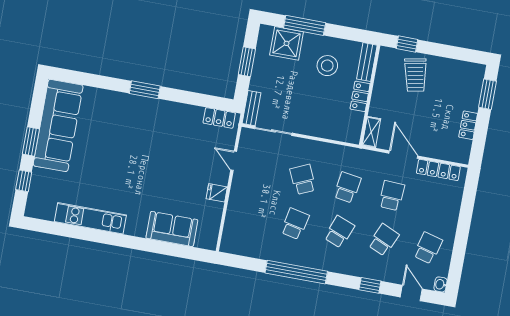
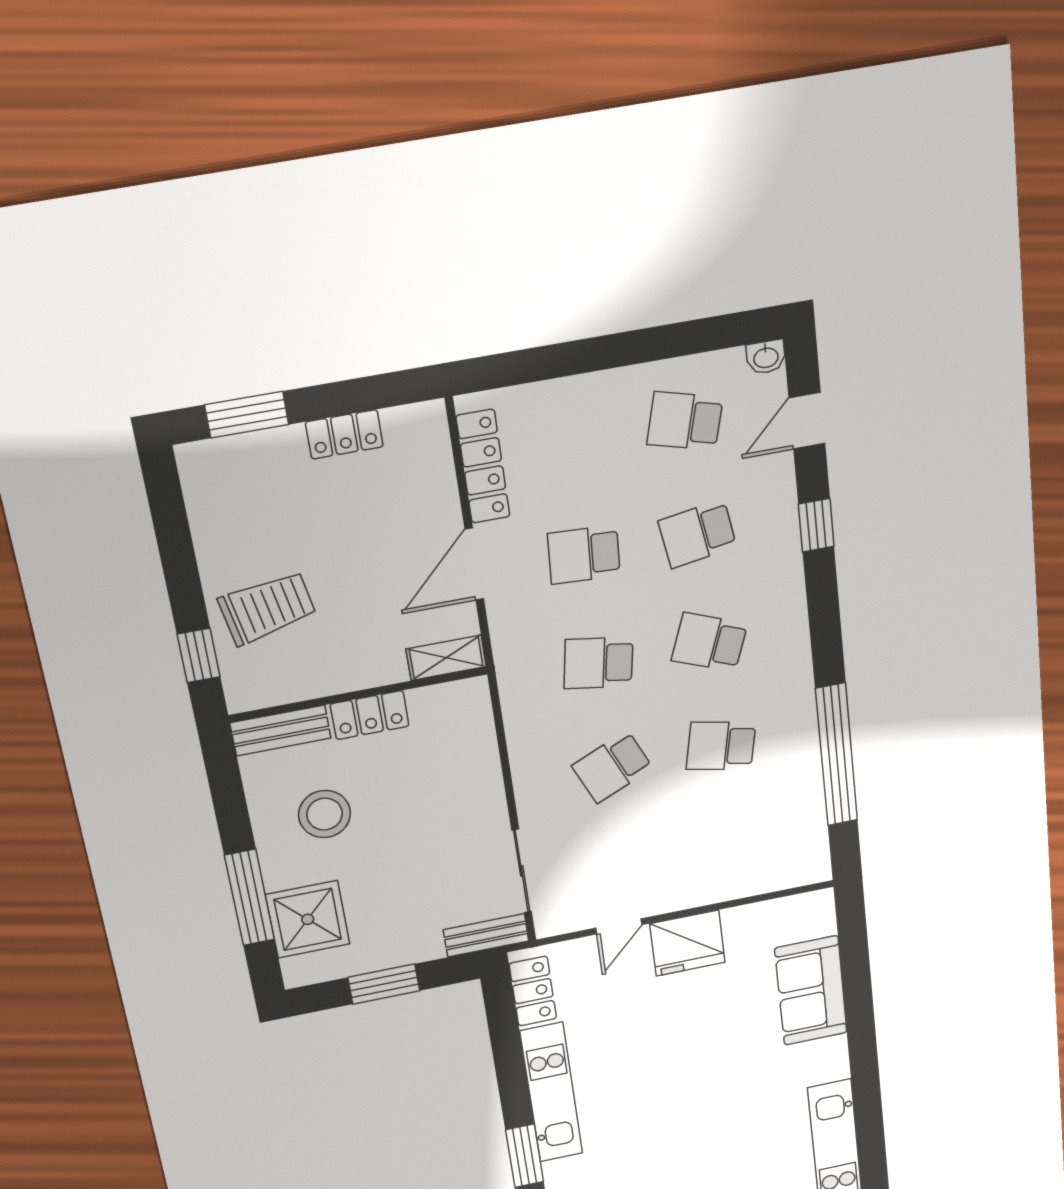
kitchen unit: (170, 110) -> (551, 1093), added
fridge: (217, 193) -> (687, 943), width x1.88, depth x1.34
school desk: (384, 240) -> (697, 534), turned -33
window: (296, 272) -> (837, 755), moved

